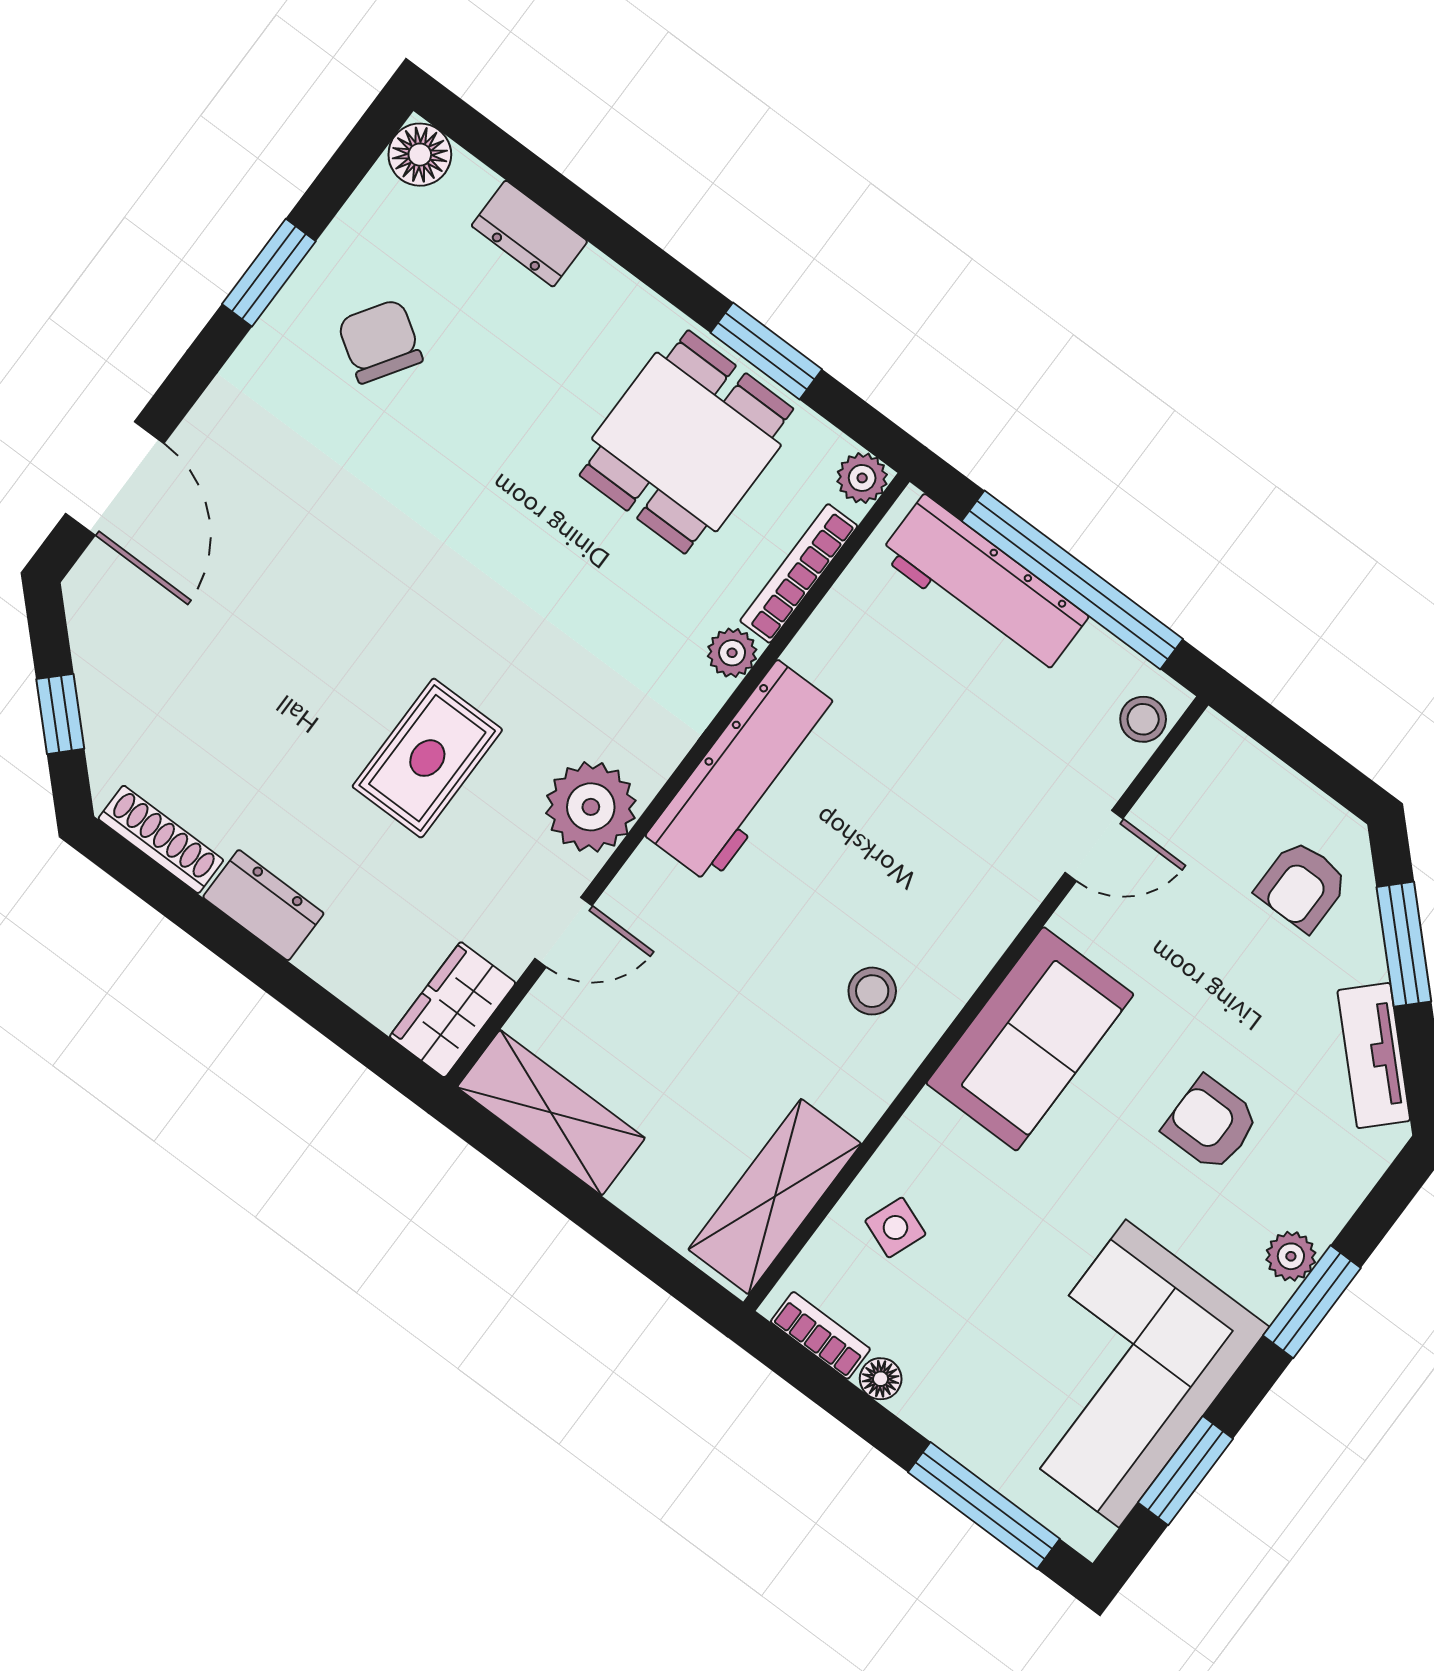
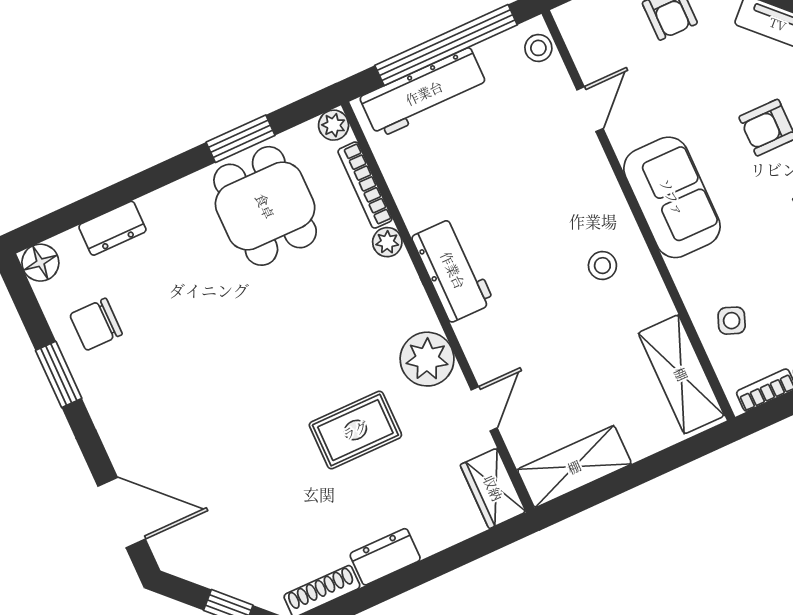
chair: (380, 341) -> (96, 324), moved, turned -33
rug: (427, 758) -> (355, 430), turned 90
workbench: (744, 772) -> (453, 270), width x0.73

